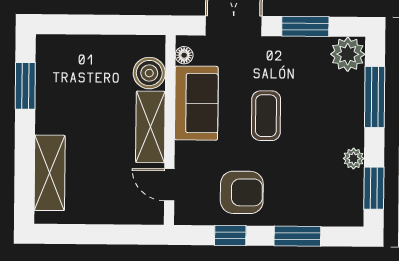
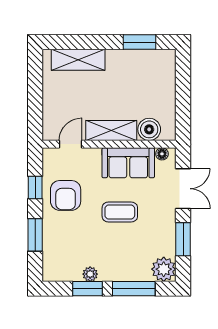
window: (374, 188) -> (88, 289), moved

